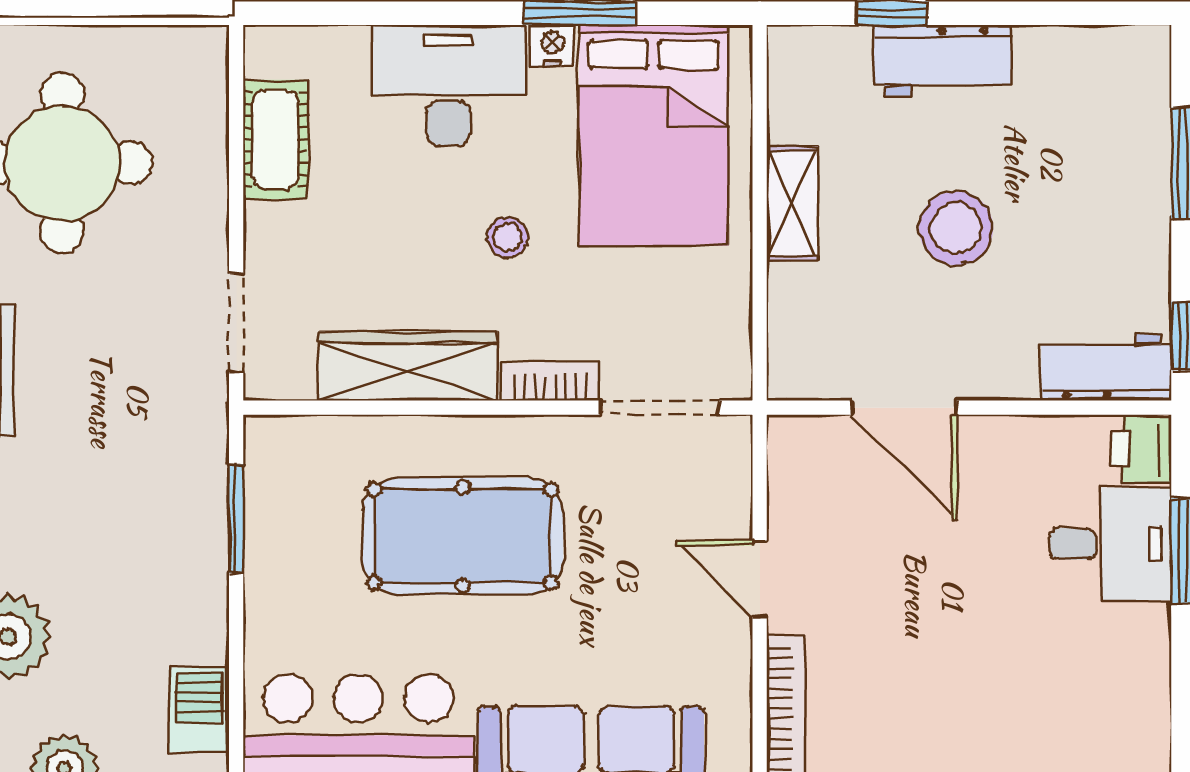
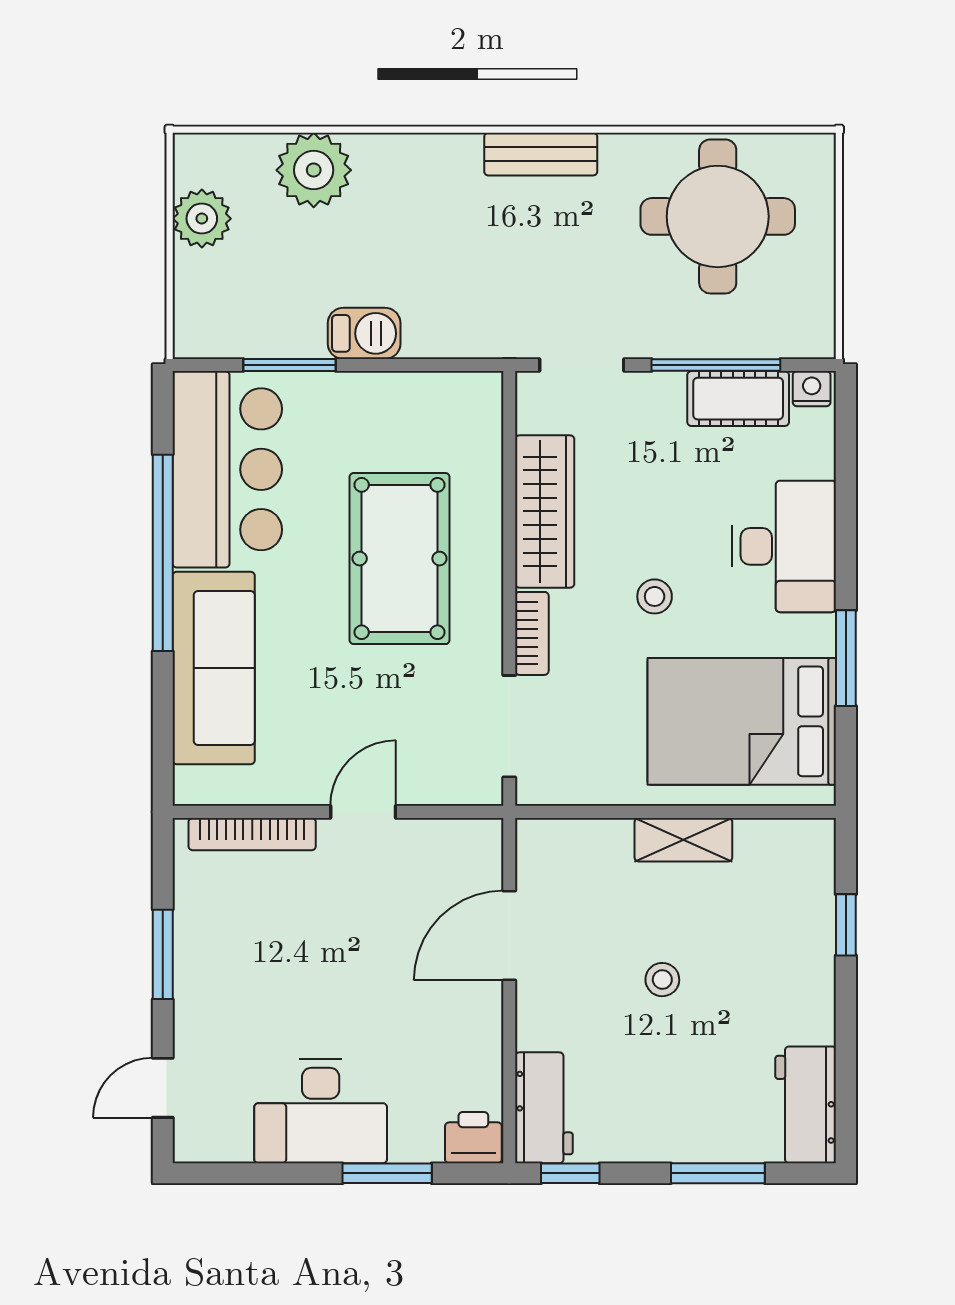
nightstand: (552, 46) -> (812, 389), moved, turned -90
workbench: (942, 60) -> (806, 1105), moved
window: (236, 165) -> (716, 365), added
stool: (956, 228) -> (662, 980), width x0.53, depth x0.53
window: (236, 519) -> (290, 365), moved
desk: (1111, 544) -> (321, 1111), moved, width x1.37
barbecue: (199, 710) -> (364, 333), moved

